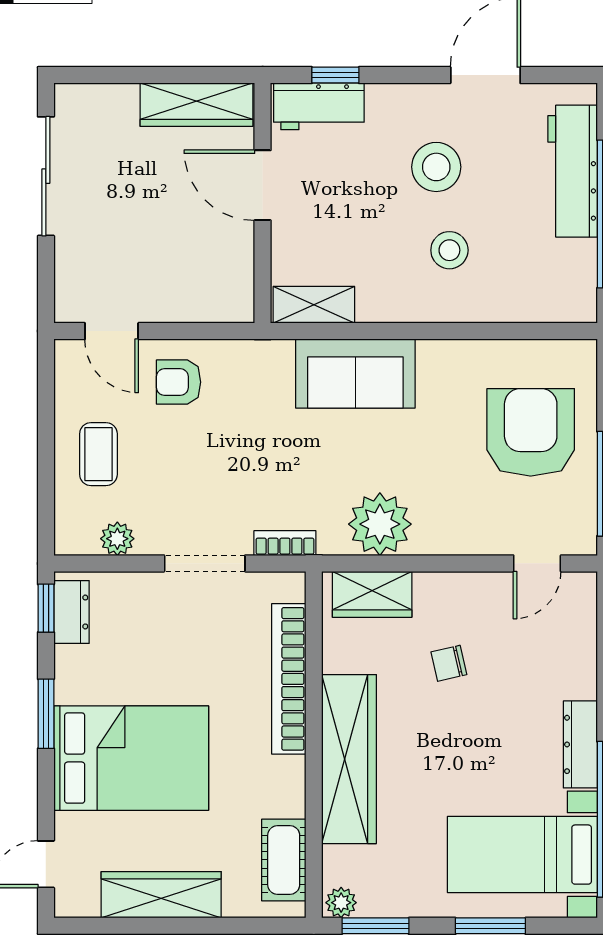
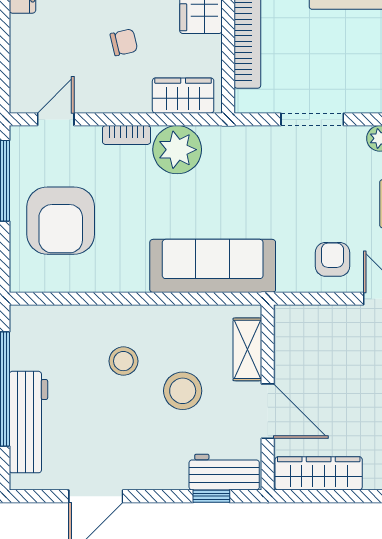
stool: (436, 167) -> (183, 391), moved
shelving: (314, 305) -> (247, 349), moved, turned 90
sofa: (355, 373) -> (213, 266), width x1.36
armchair: (179, 382) -> (332, 259), turned -90
bookcase: (285, 543) -> (126, 135), moved

